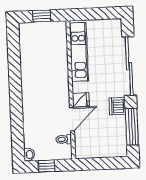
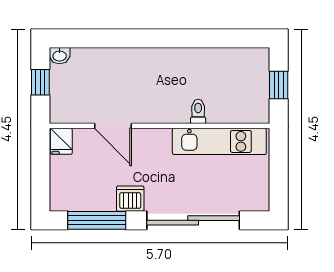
fridge: (81, 100) -> (61, 141), moved
toilet: (64, 139) -> (198, 111), moved

